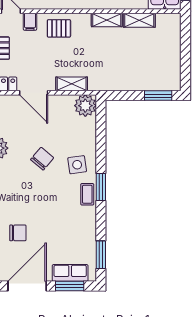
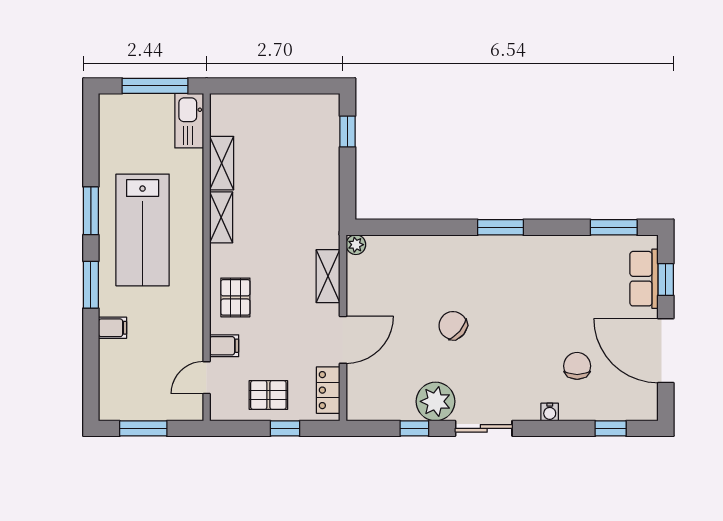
window: (158, 96) -> (348, 132), width x0.67
plant: (85, 106) -> (356, 245), width x0.53, depth x0.53
side table: (77, 165) -> (463, 267), removed
coffee table: (87, 194) -> (513, 250), removed
window: (70, 286) -> (666, 280), width x0.67

